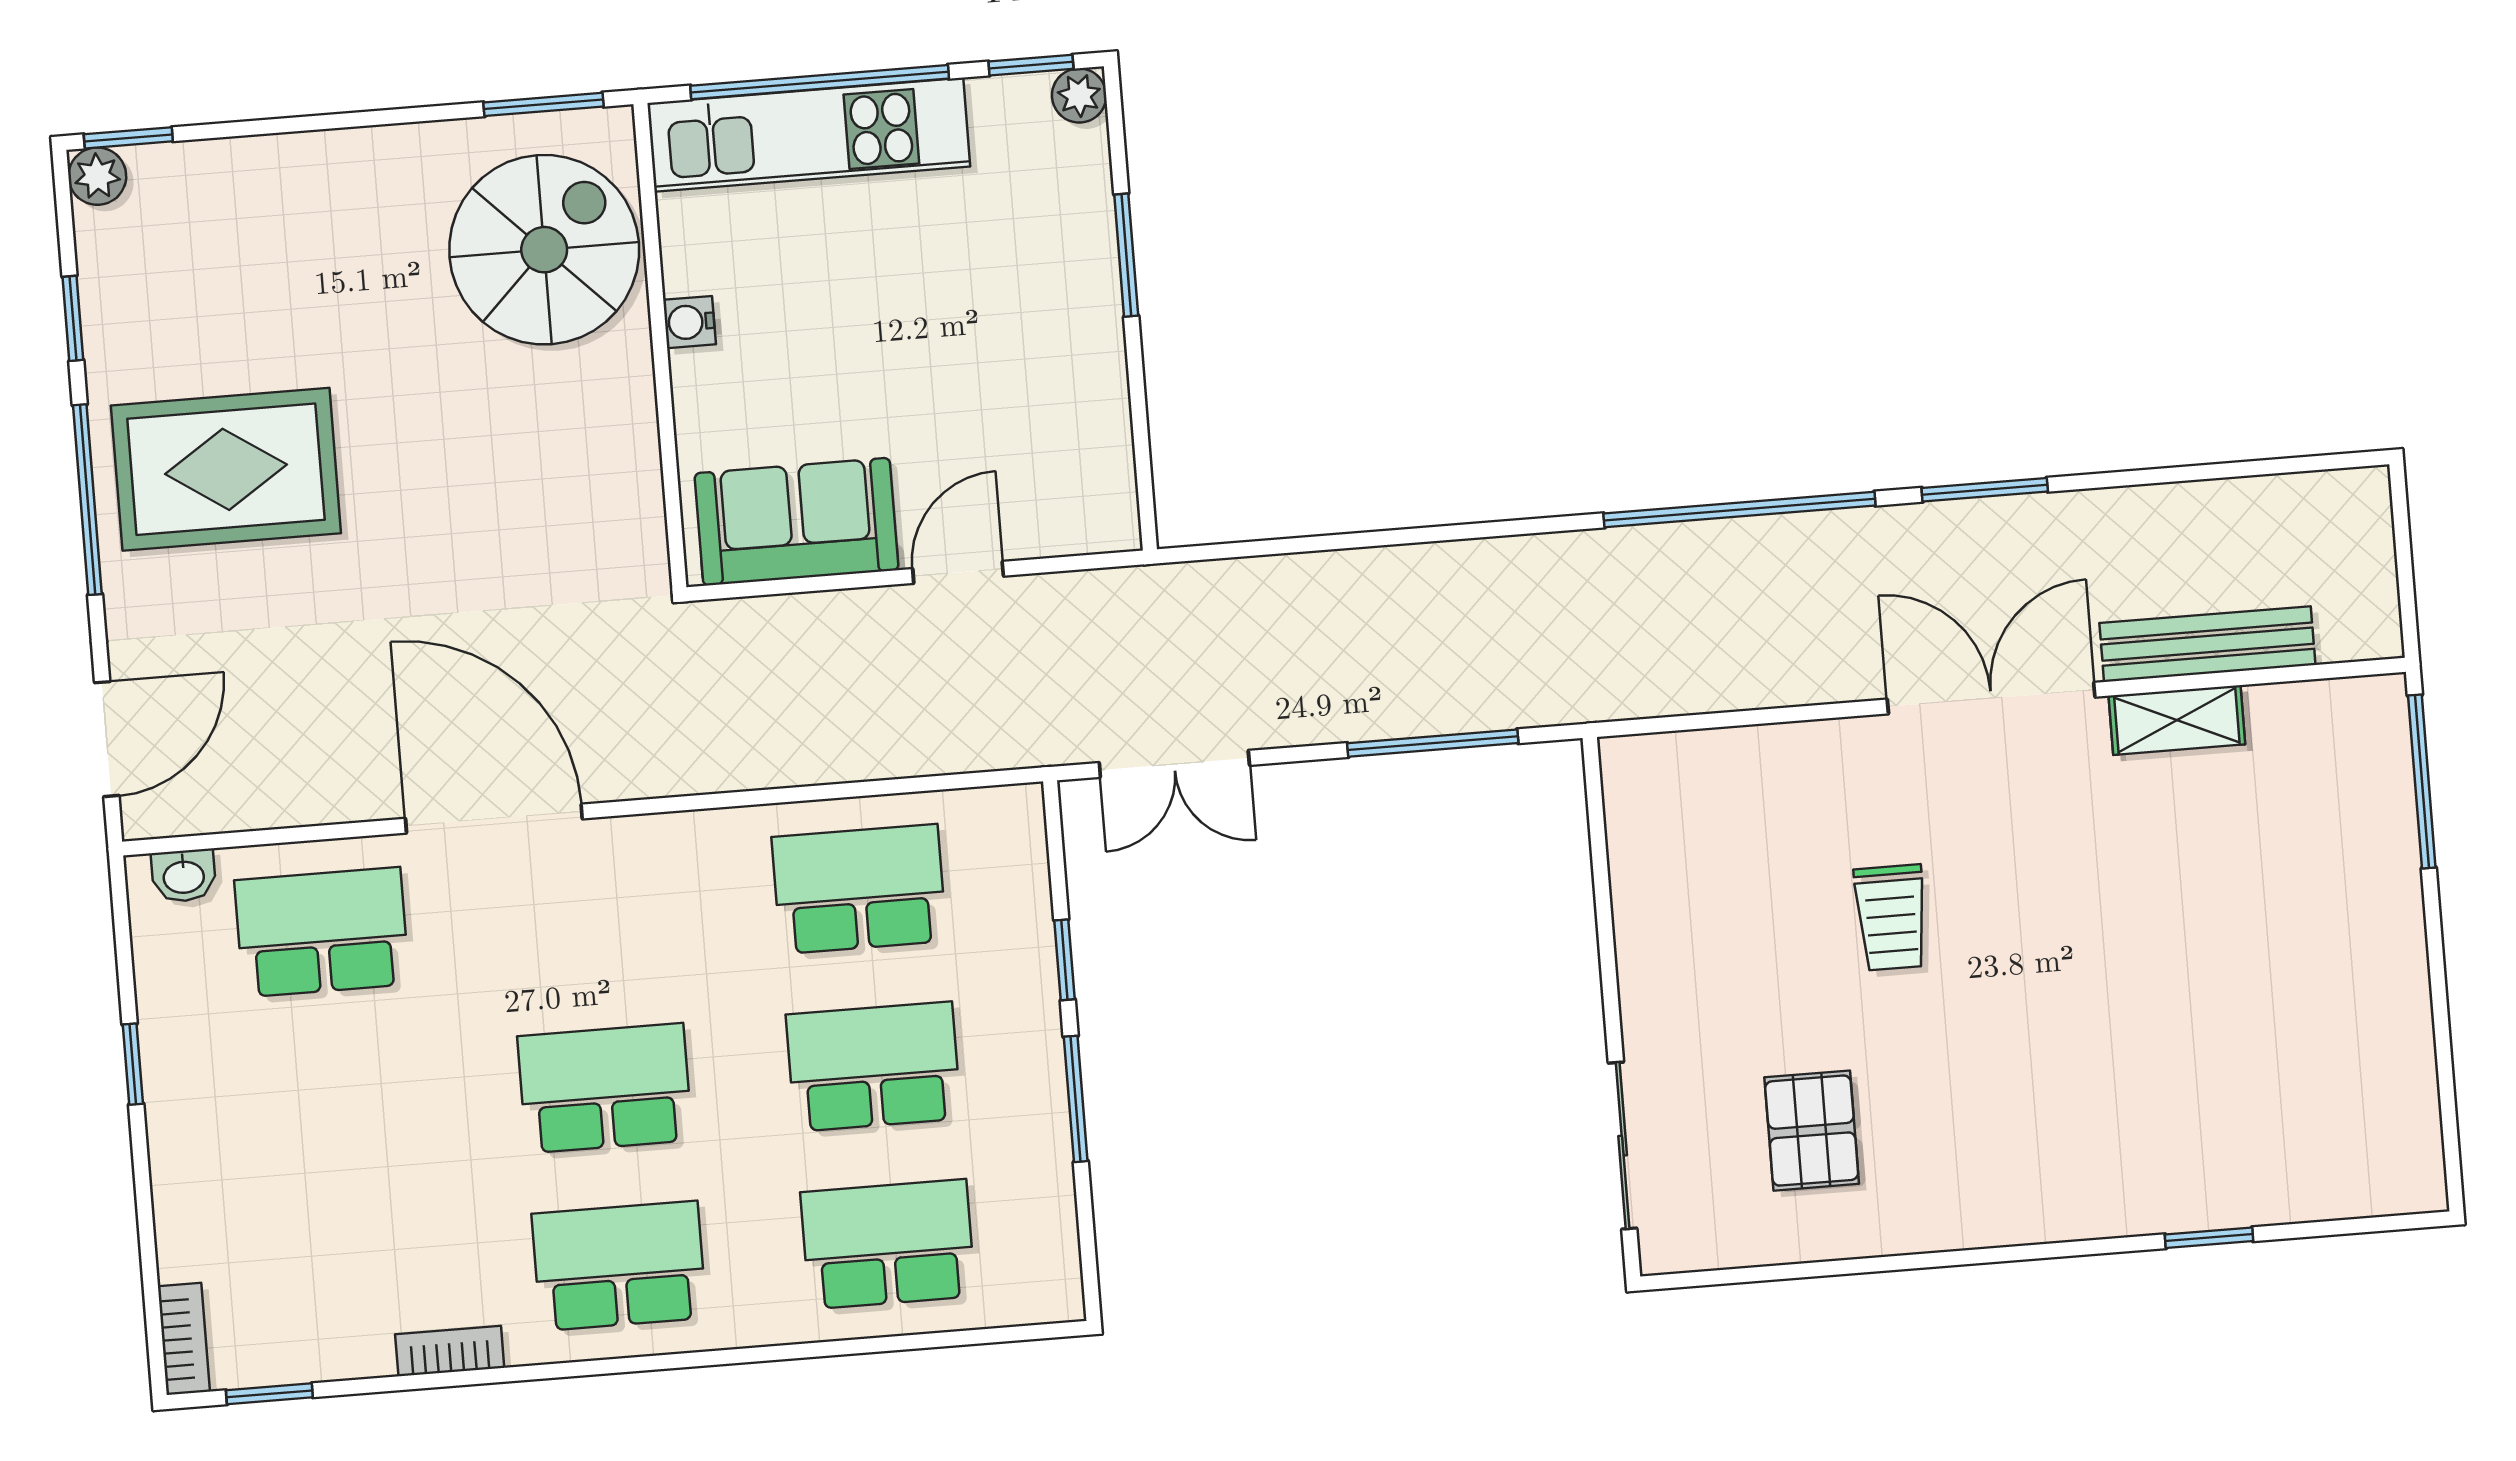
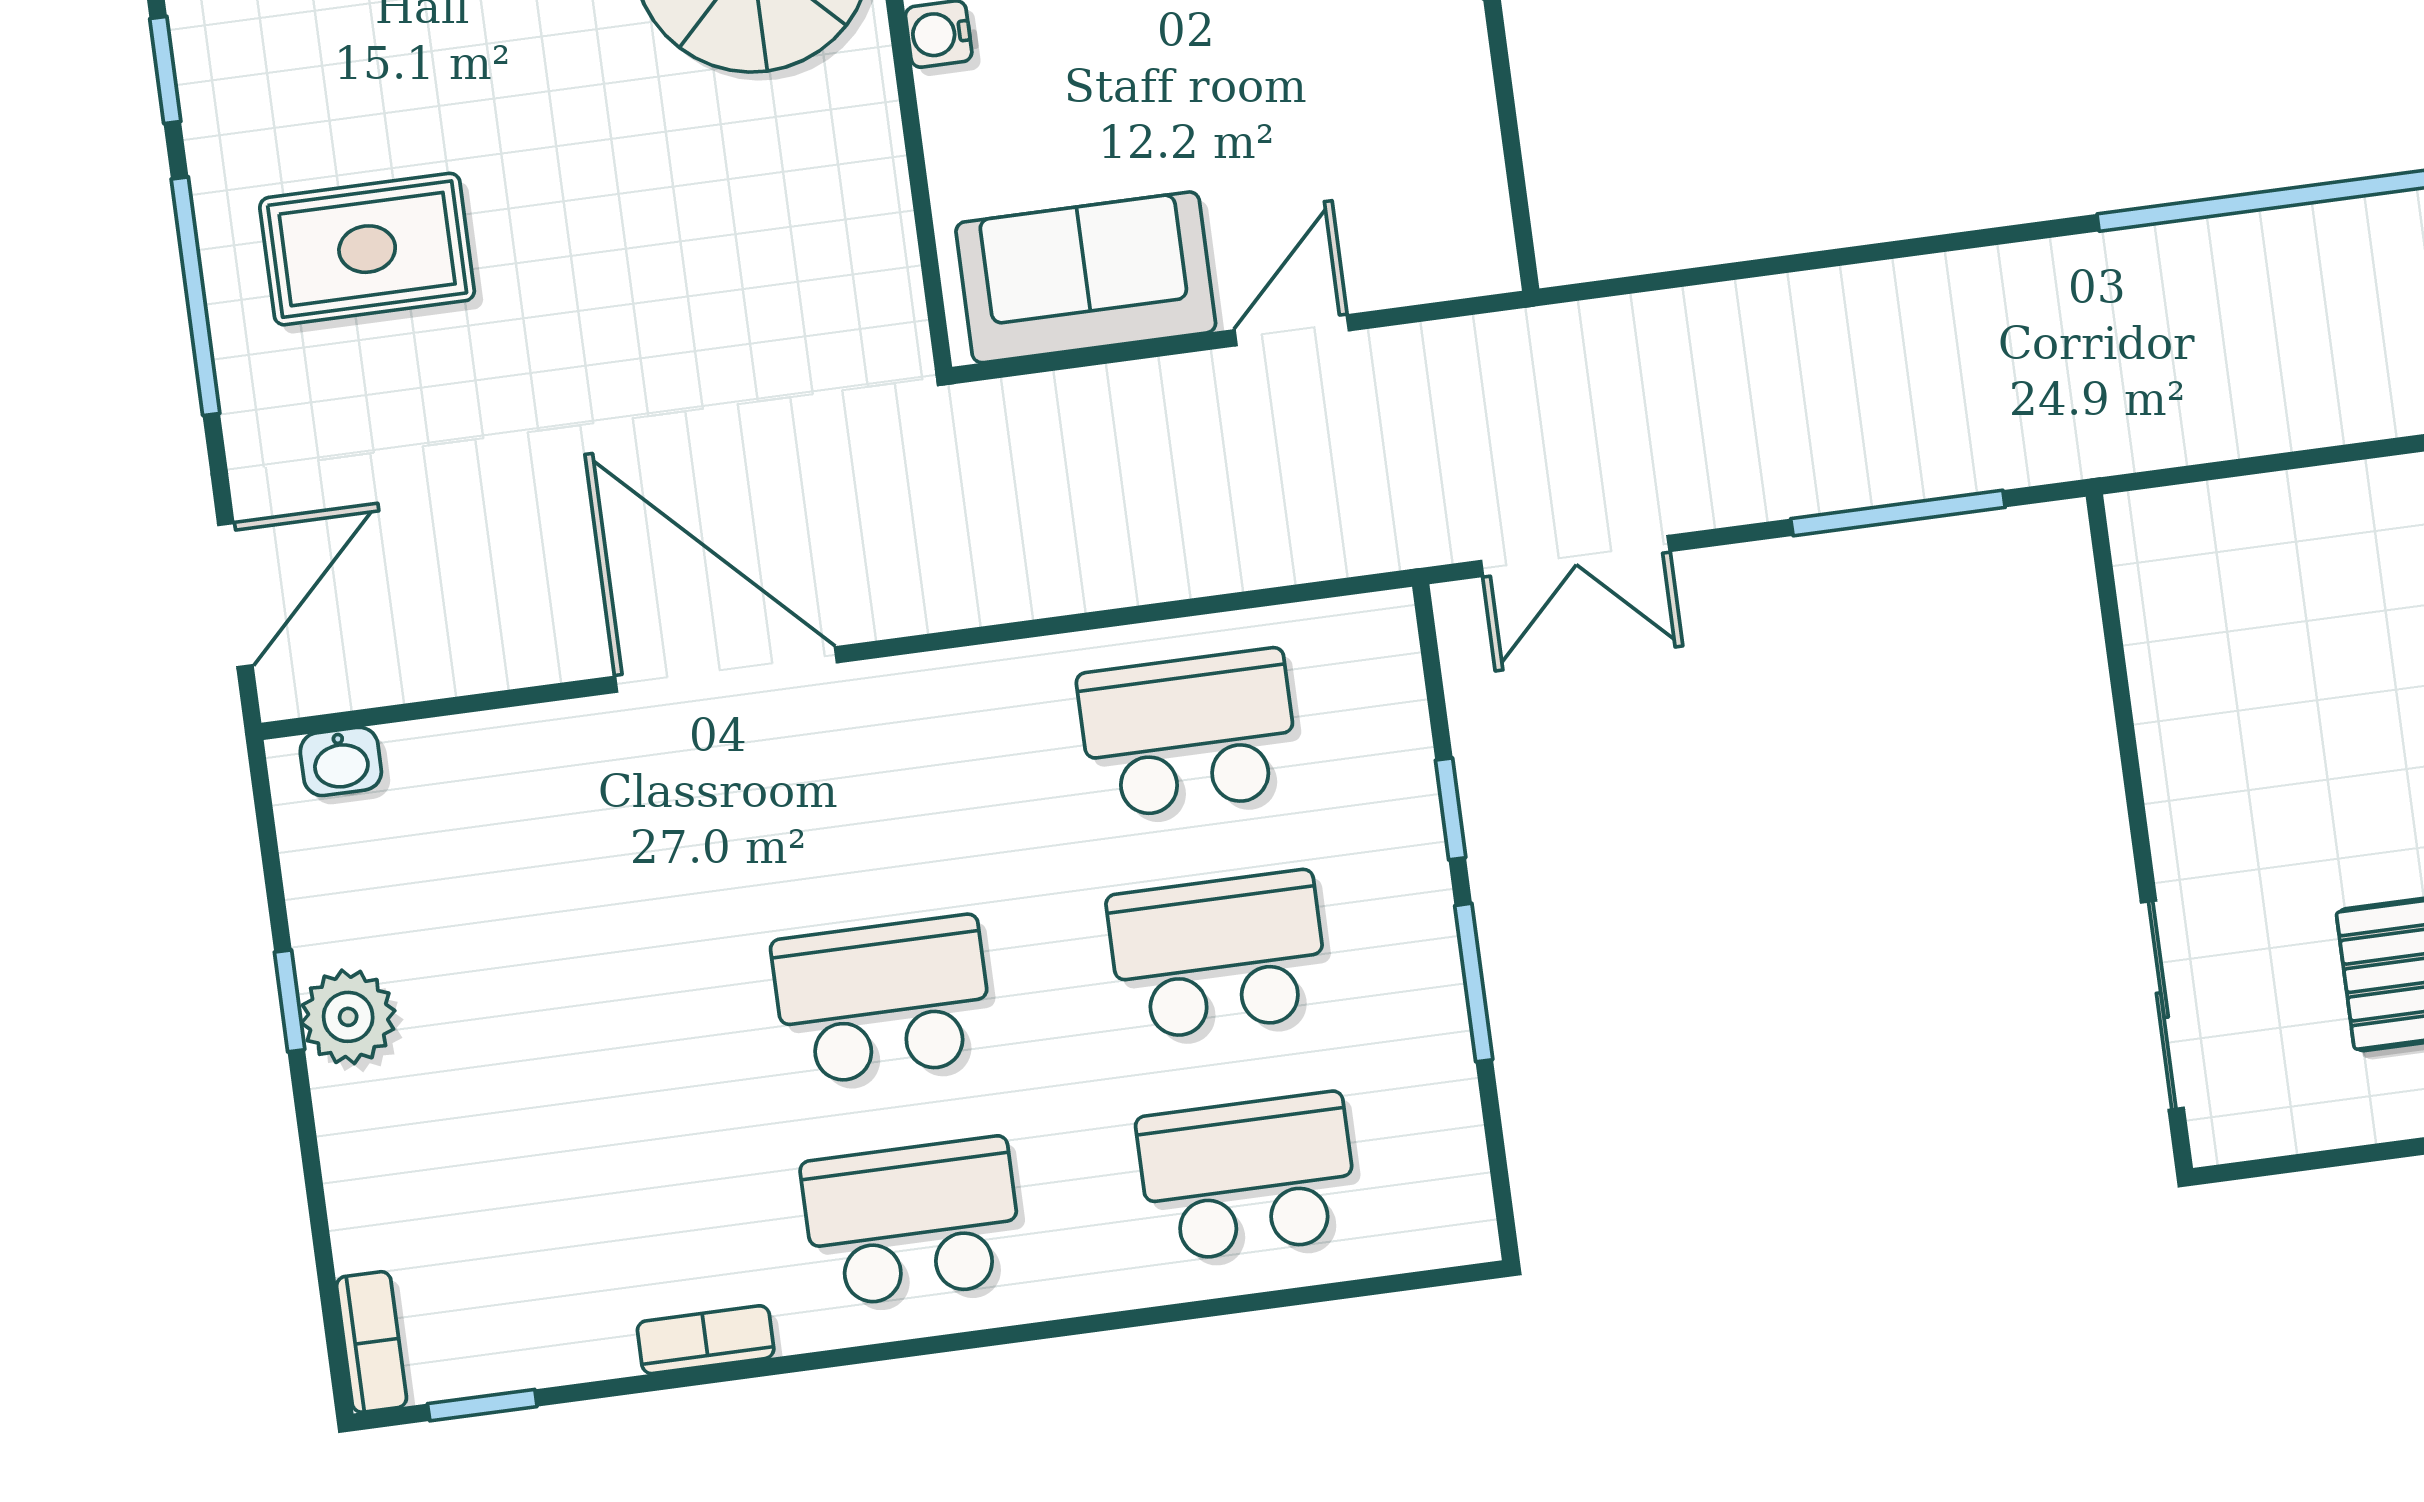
rug: (226, 469) -> (367, 249), width x0.73, depth x0.70
school desk: (322, 932) -> (518, 823), removed
plant: (179, 1079) -> (348, 1017), added

